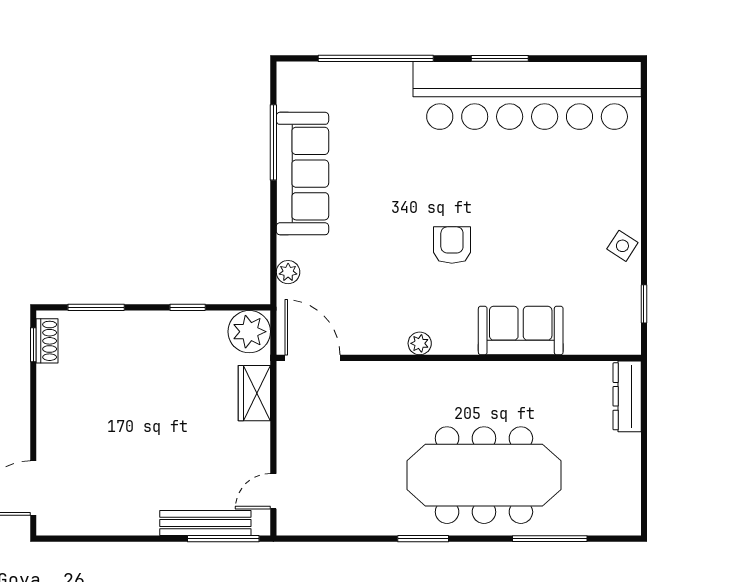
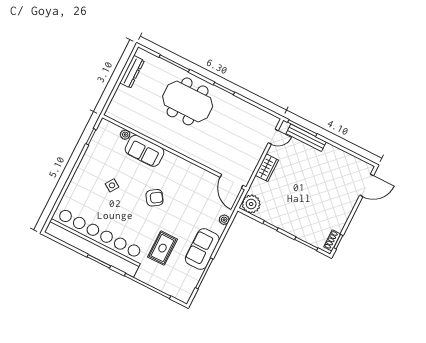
rug: (384, 151) -> (162, 248), added
sofa: (302, 174) -> (202, 249), width x0.73
armchair: (452, 245) -> (155, 198), turned -124
side table: (622, 246) -> (112, 185), moved
plant: (420, 343) -> (125, 135), moved
wardrobe: (254, 393) -> (267, 168), moved
dresser: (627, 396) -> (132, 72), moved
meeting table: (484, 475) -> (188, 101), width x0.73

